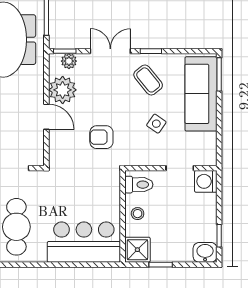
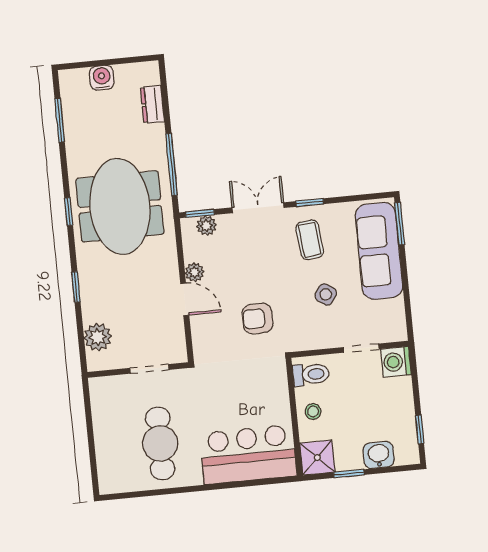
coffee table: (148, 80) -> (310, 240), turned 33
plant: (63, 90) -> (194, 272), width x0.53, depth x0.53
washbasin: (205, 252) -> (379, 455), moved

